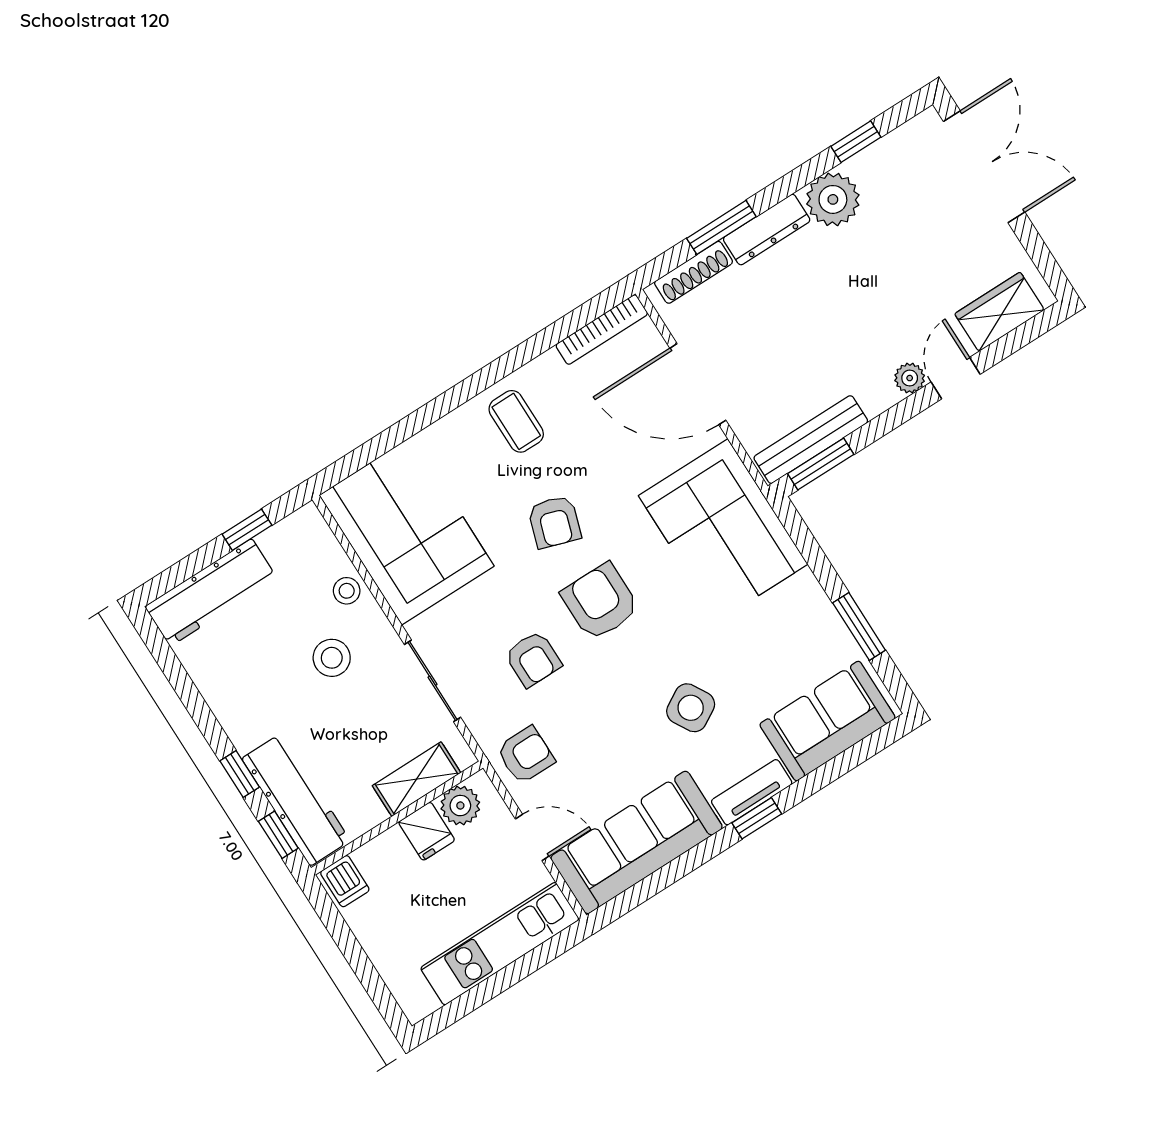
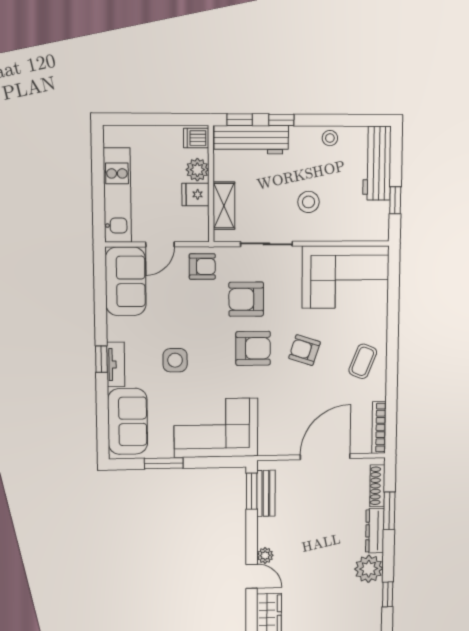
coffee table: (516, 421) -> (363, 361), turned -68
bench: (811, 440) -> (266, 493), width x0.73
corner sofa: (723, 530) -> (216, 428), moved
stool: (347, 591) -> (330, 138), moved
armchair: (533, 659) -> (246, 299), width x1.38, depth x1.38
side table: (691, 708) -> (175, 360), turned 30
armchair: (526, 755) -> (202, 267), turned -90
plant: (460, 806) -> (197, 170), moved
sofa: (637, 842) -> (126, 281), width x0.73

